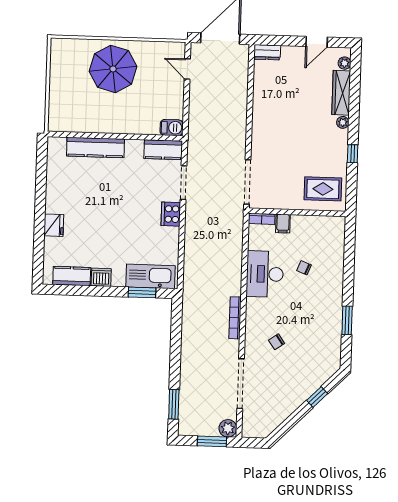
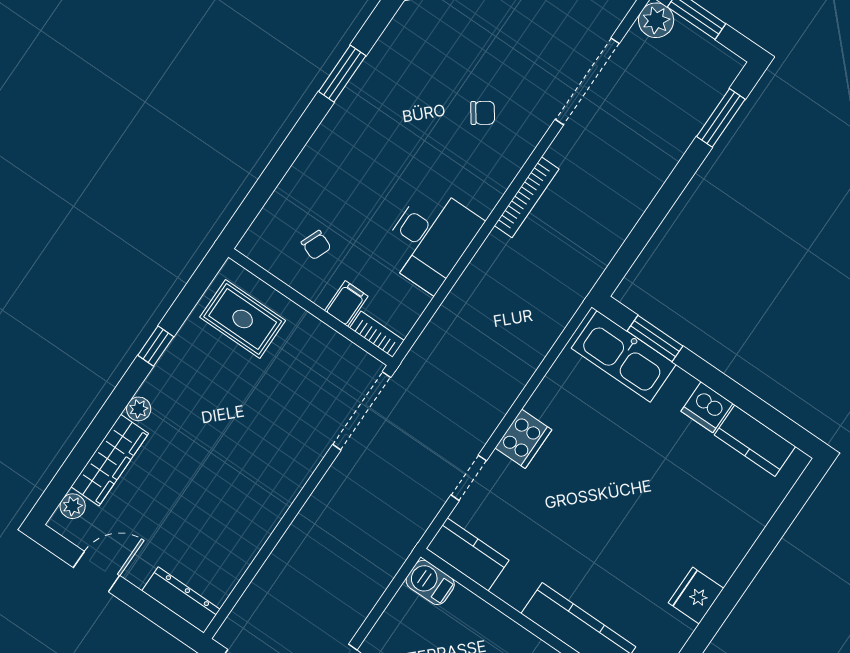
dresser: (267, 52) -> (181, 600), width x1.44
doorway: (184, 183) -> (469, 478), width x0.73
fridge: (54, 225) -> (696, 596), moved
chair: (304, 268) -> (316, 245), moved

